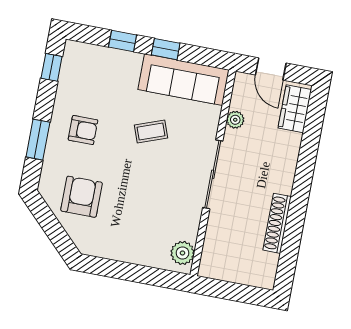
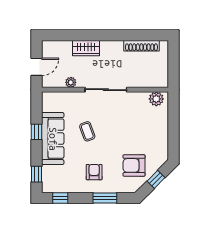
window: (123, 41) -> (36, 174), moved
sofa: (184, 80) -> (53, 139), moved
wardrobe: (295, 109) -> (86, 48), moved
shoe rack: (277, 223) -> (141, 46), moved
window: (52, 228) -> (156, 179), added

